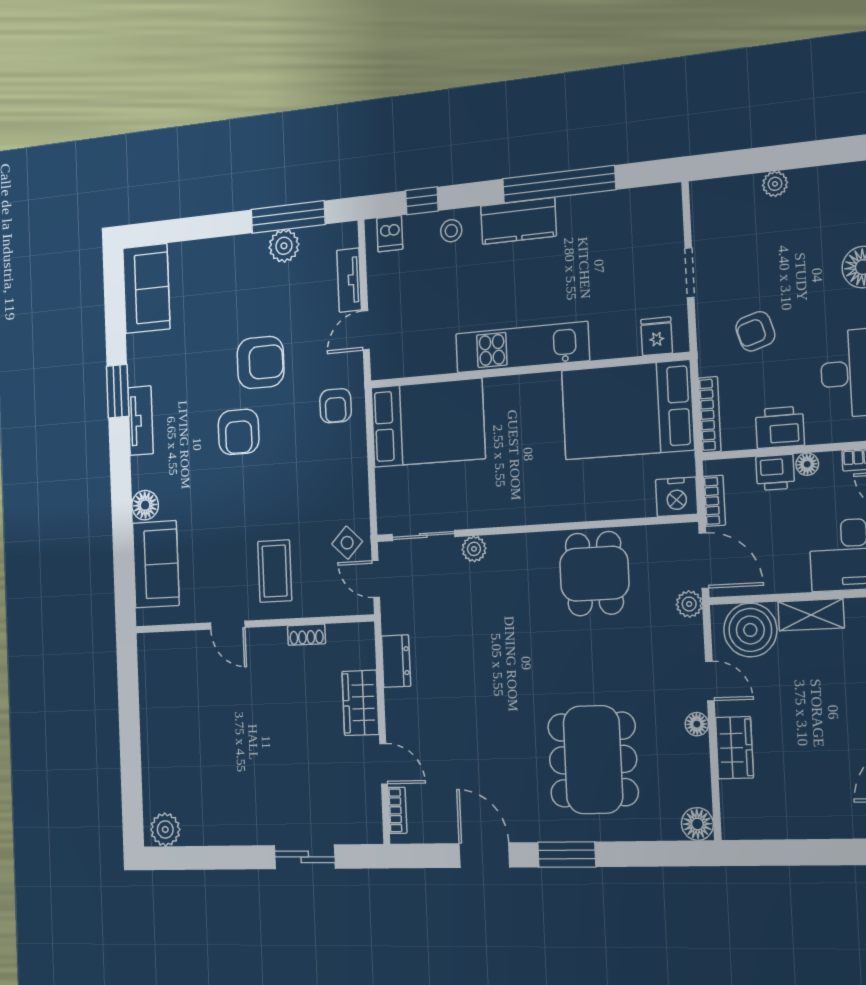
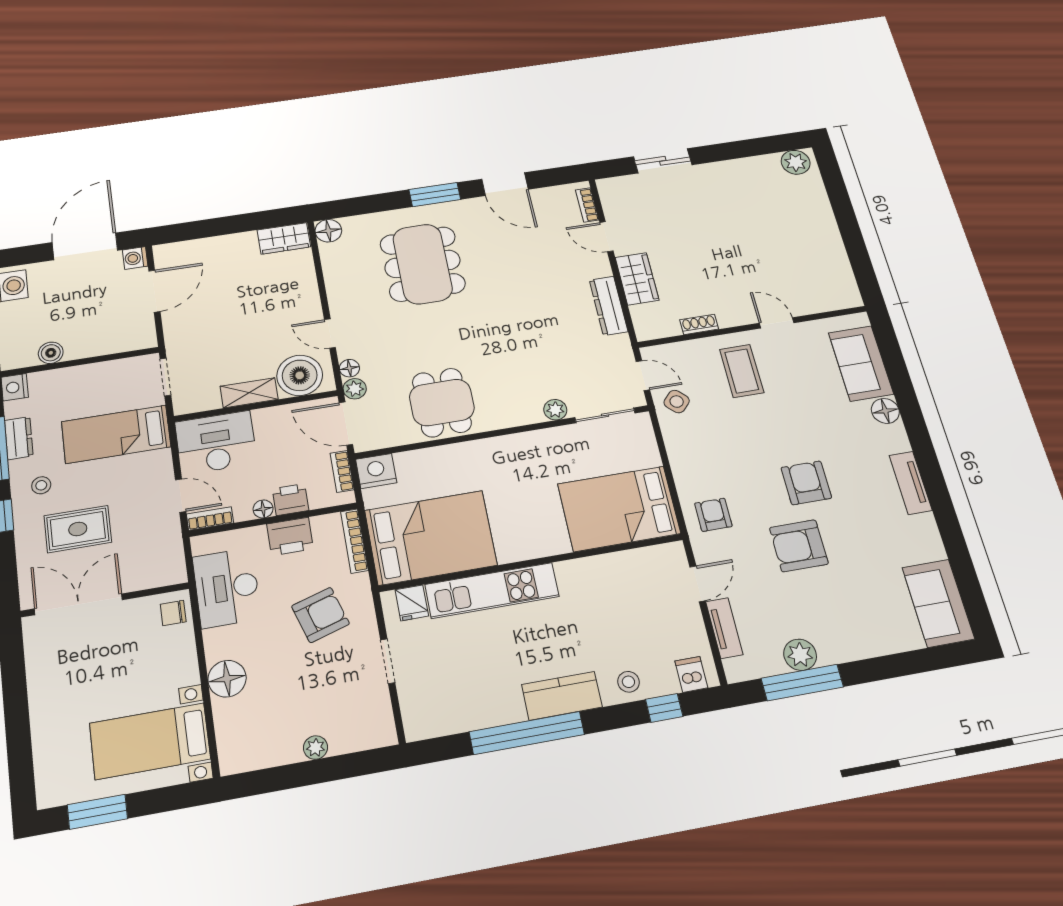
armchair: (755, 331) -> (320, 615), width x1.38, depth x1.38
kitchen unit: (522, 347) -> (492, 590), moved
window: (118, 391) -> (942, 507), removed
dresser: (396, 661) -> (609, 306), width x1.44
floor lamp: (697, 724) -> (349, 368), moved
wardrobe: (734, 748) -> (284, 238), moved, turned -90

